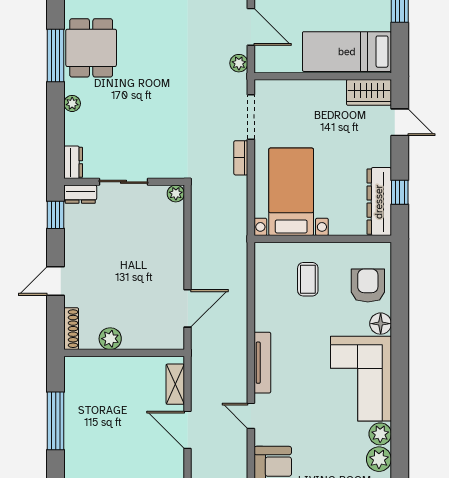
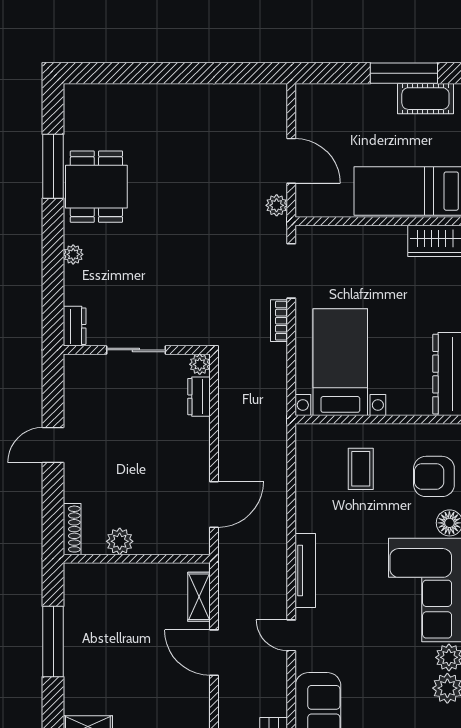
window: (56, 55) -> (53, 166), moved
dresser: (80, 194) -> (199, 397), moved, turned 90
window: (56, 215) -> (53, 390), removed
door: (56, 281) -> (53, 445), moved
armchair: (368, 286) -> (434, 476), turned -90

